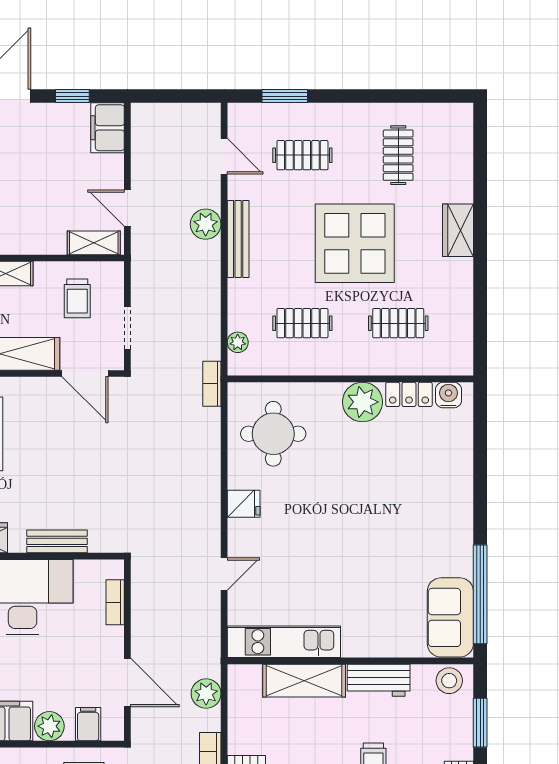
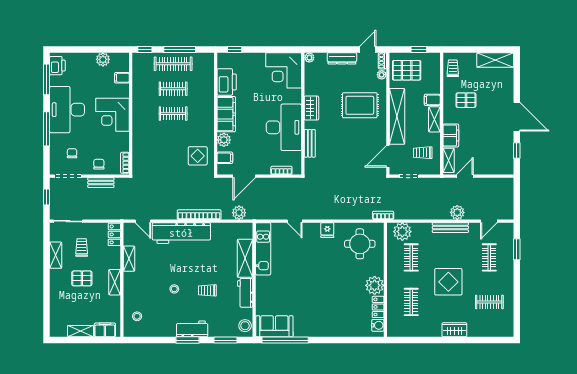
filing cabinet: (107, 128) -> (451, 135), moved, turned 90
display table: (355, 243) -> (448, 282), width x0.73, depth x0.73
plant: (238, 342) -> (402, 232), width x1.88, depth x1.88

